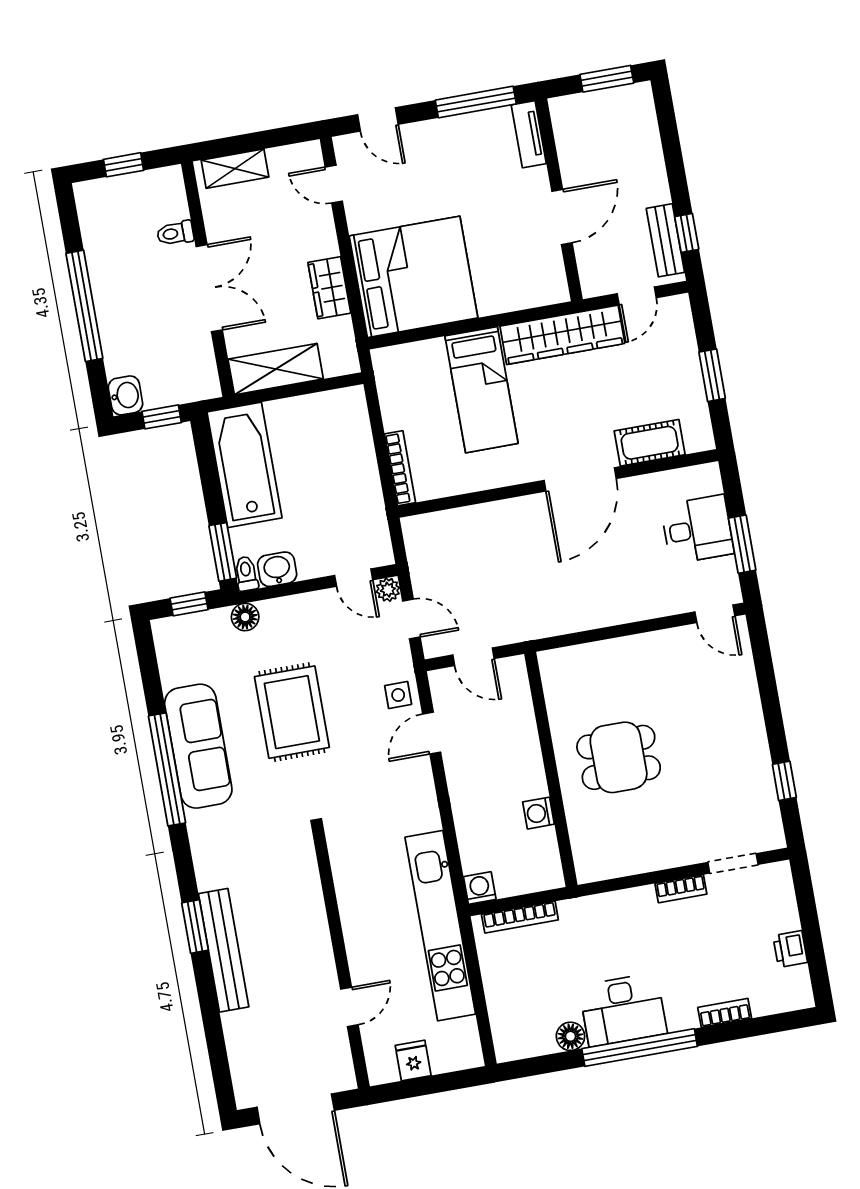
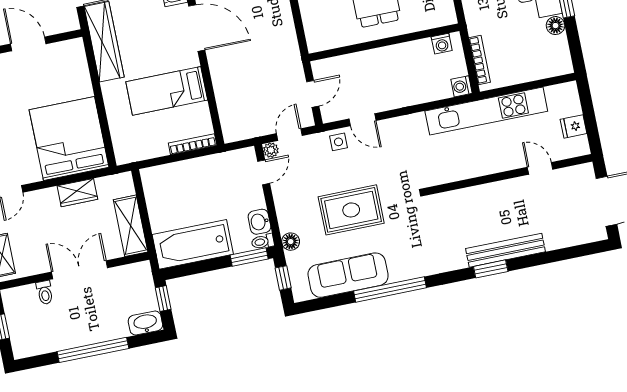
bed: (482, 390) -> (167, 91), moved, turned 180
washbasin: (125, 395) -> (145, 323), width x1.38
sofa: (198, 746) -> (348, 275), moved
washing machine: (539, 813) -> (442, 44), moved

